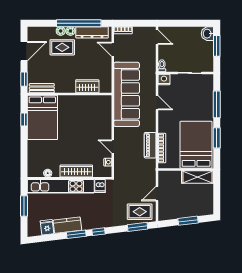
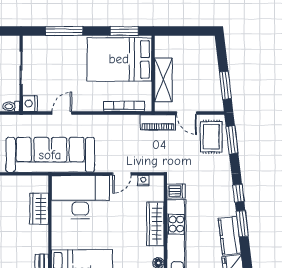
desk: (96, 116) -> (80, 197), added
window: (217, 138) -> (124, 31), moved
piano: (150, 145) -> (158, 122), moved
shelving: (198, 177) -> (163, 80), moved
window: (188, 221) -> (225, 85), moved

